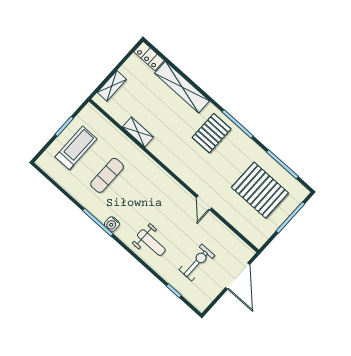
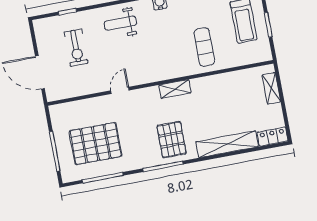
shelving: (138, 132) -> (175, 89), moved
exercise mat: (107, 175) -> (204, 47), moved
door: (204, 203) -> (120, 90), hinge flipped

